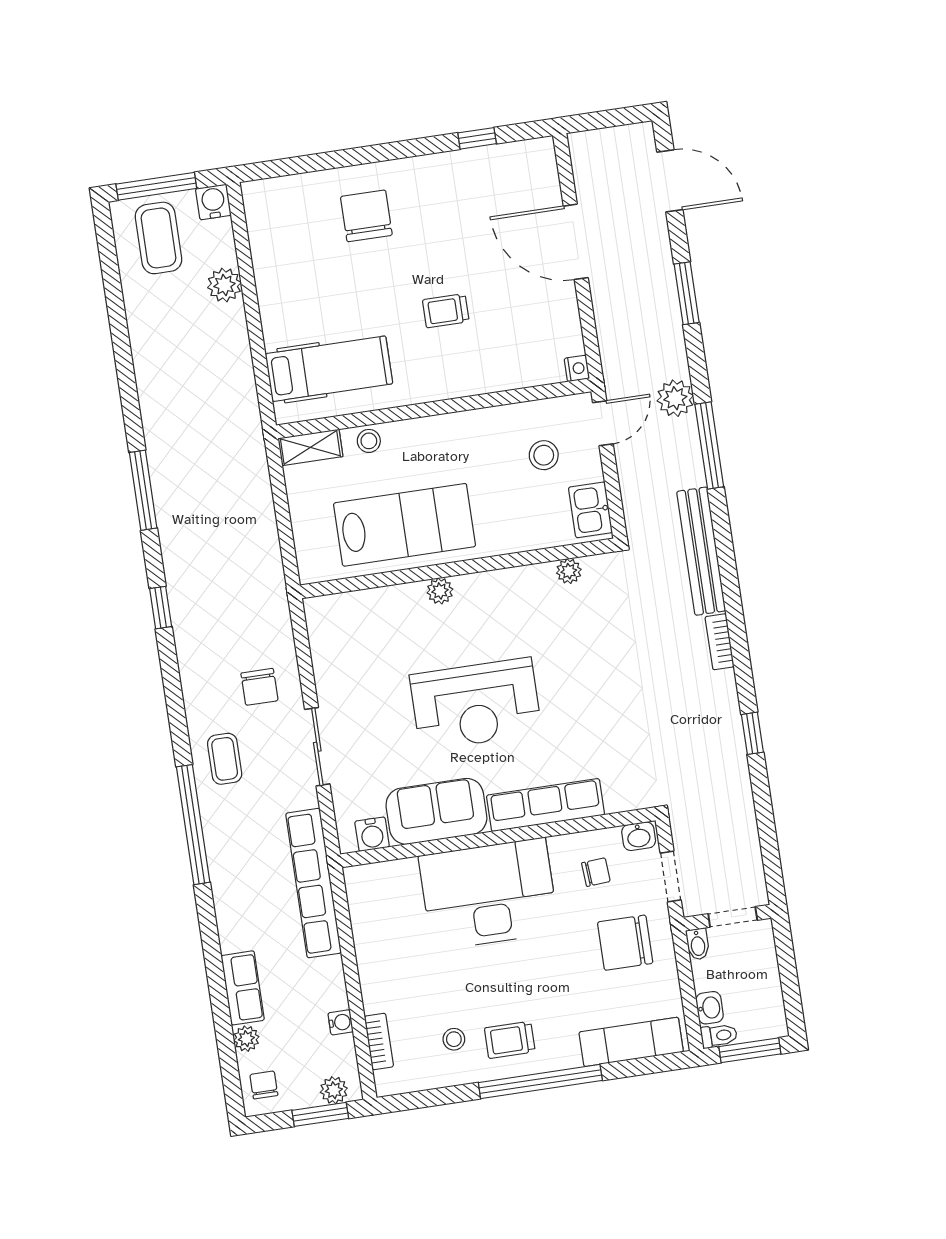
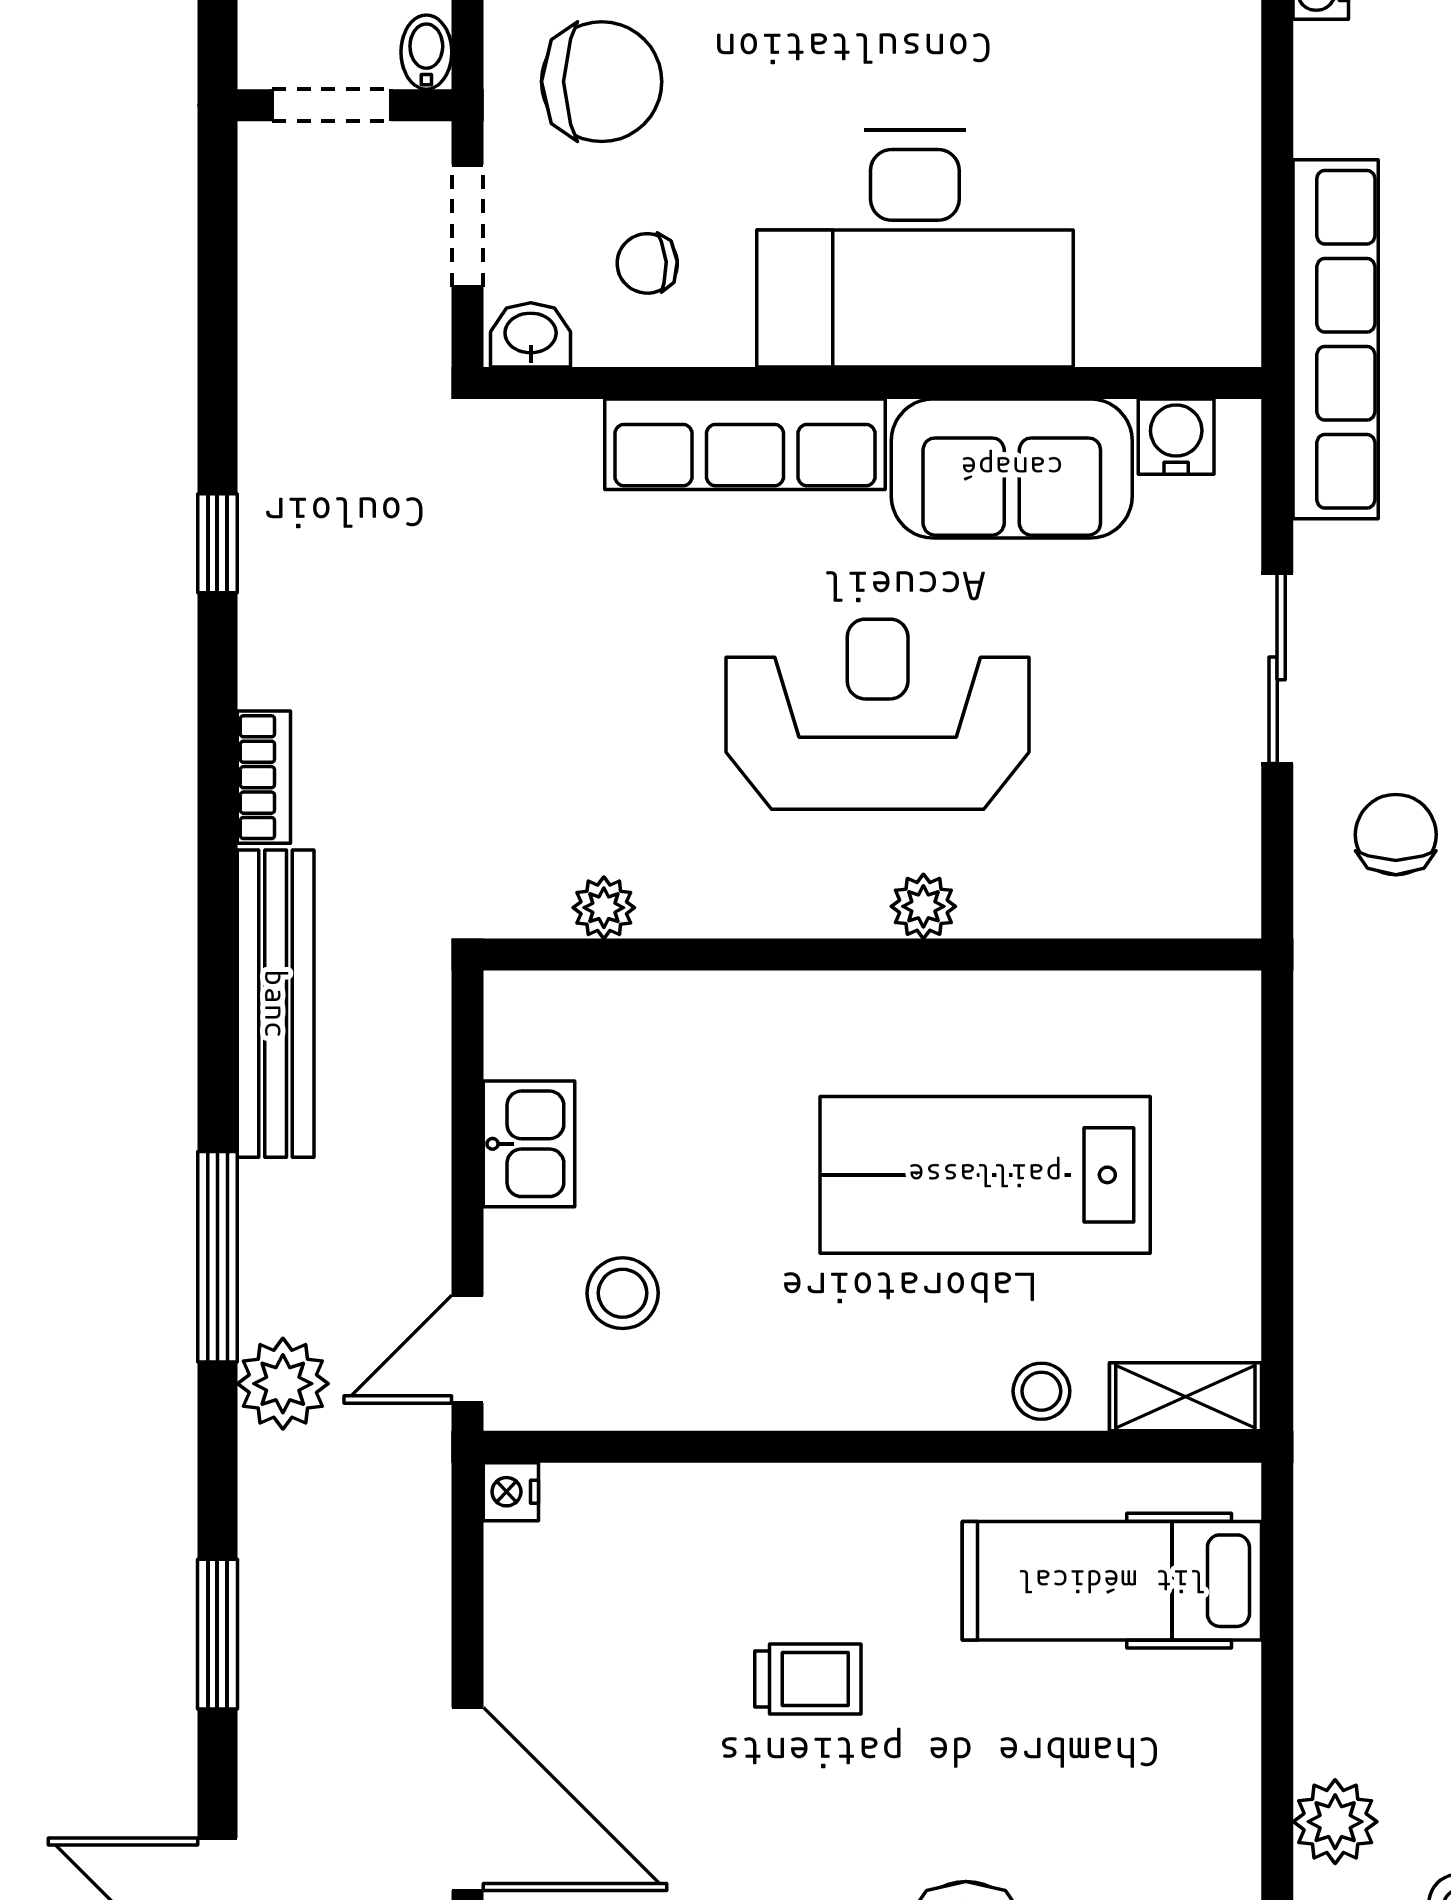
wall: (458, 568) -> (872, 955), moved
plant: (569, 571) -> (604, 908), moved
plant: (440, 591) -> (923, 906), moved

